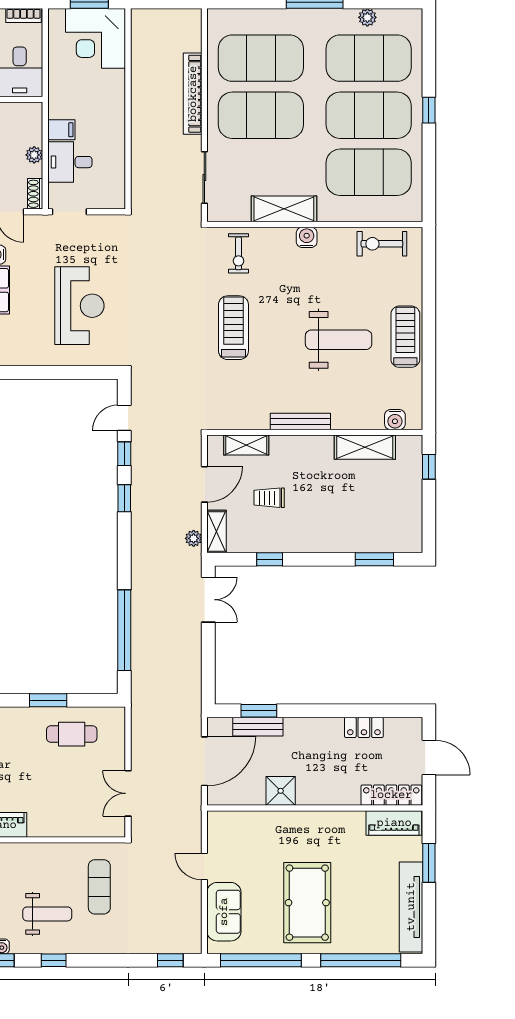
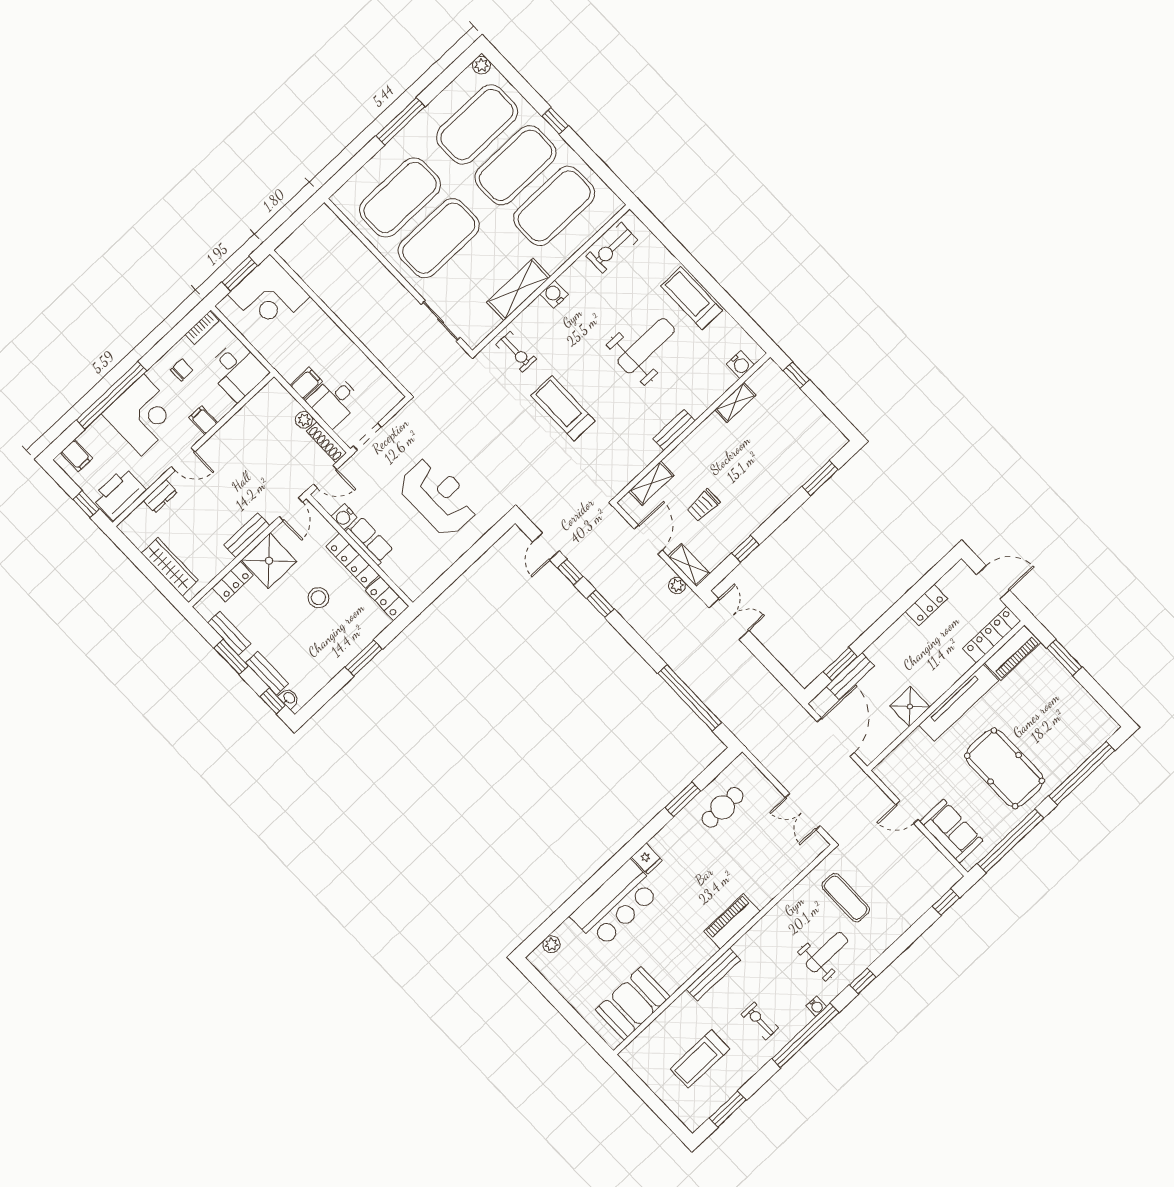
plant: (367, 17) -> (481, 65), moved
bookcase: (193, 94) -> (375, 269), removed
shoe rack: (35, 194) -> (326, 442), width x1.43
bench: (300, 421) -> (674, 430), width x0.73
shelving: (365, 447) -> (735, 402), width x0.67, depth x0.75
tv unit: (411, 907) -> (959, 703), moved, turned -90

